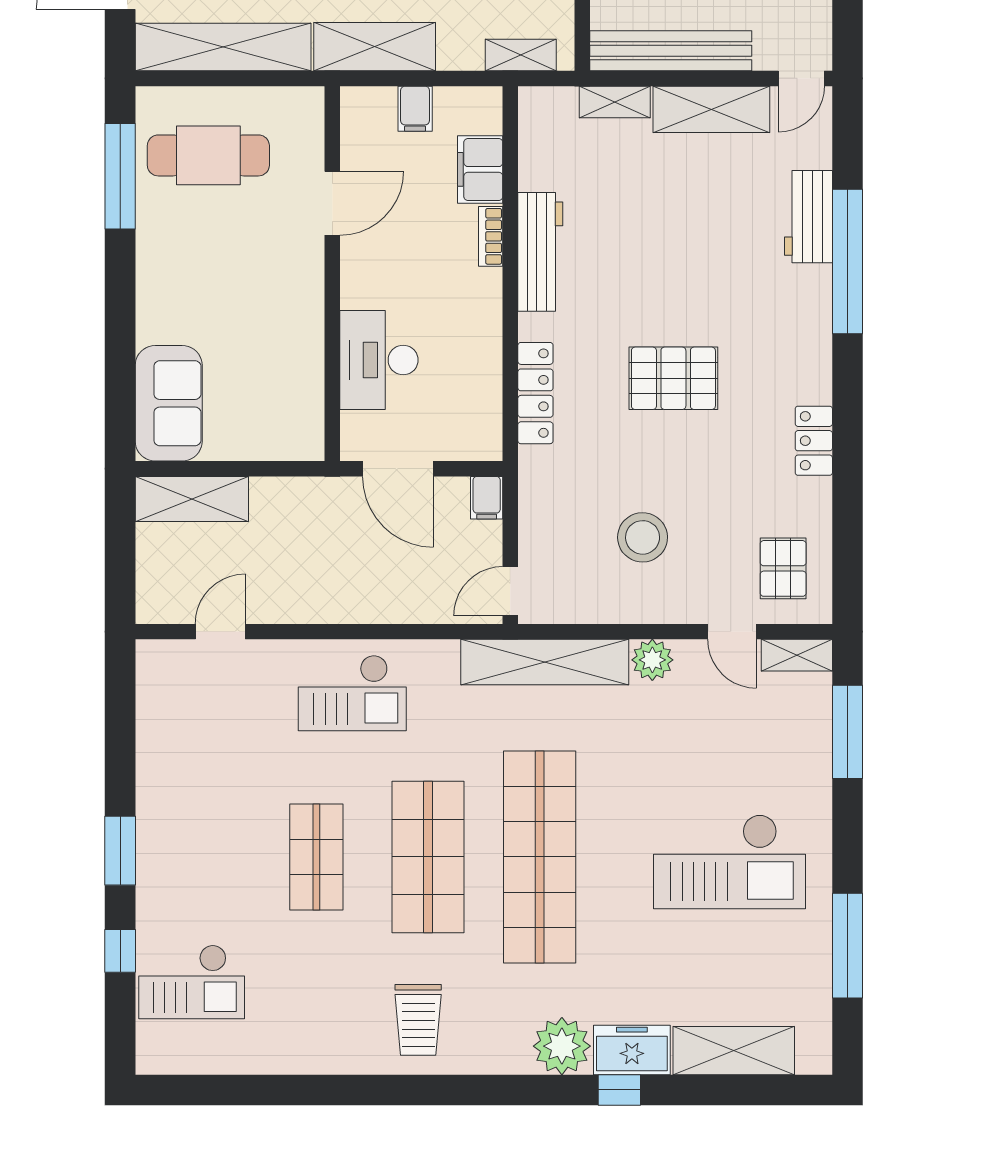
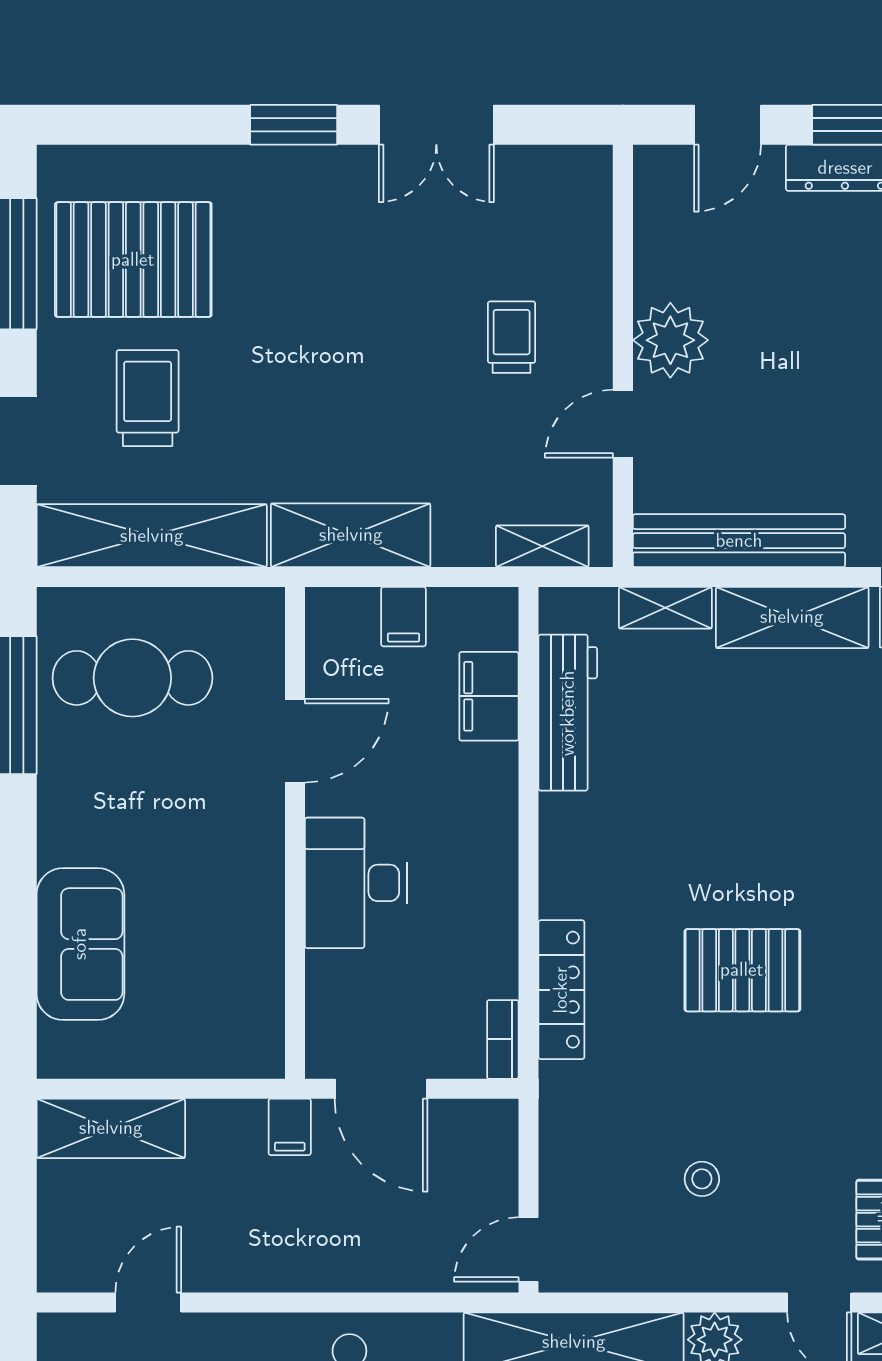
bookcase: (491, 236) -> (503, 1039), moved
workbench: (540, 252) -> (568, 713), moved
desk: (379, 360) -> (356, 883), moved
sofa: (169, 403) -> (80, 944), moved
filing cabinet: (487, 498) -> (290, 1127), moved
stool: (643, 537) -> (702, 1179), width x0.53, depth x0.53

